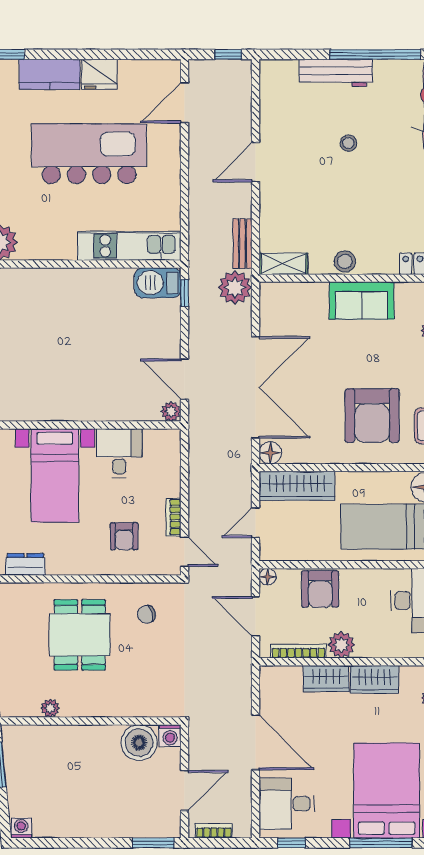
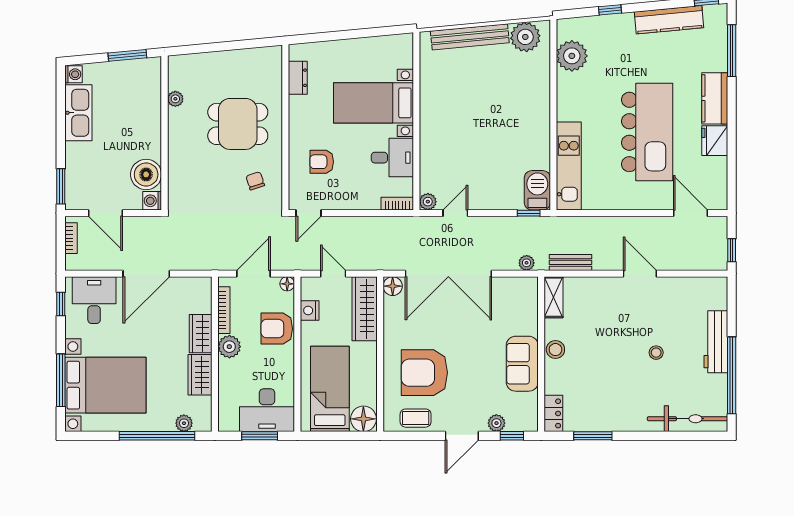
plant: (235, 287) -> (527, 263), width x0.53, depth x0.53
door: (185, 379) -> (455, 213), width x0.73
bookcase: (173, 517) -> (397, 204), moved
nightstand: (299, 550) -> (310, 310), added
kitchen sink: (66, 822) -> (78, 113), added

